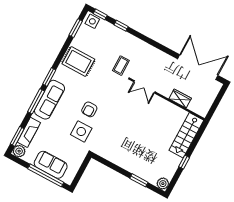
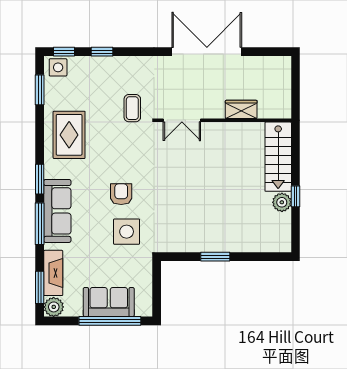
rug: (78, 61) -> (69, 135), turned 90
double door: (198, 67) -> (207, 52), moved
armchair: (89, 109) -> (121, 194), turned 180
window: (139, 180) -> (215, 257), moved
plant: (163, 184) -> (282, 202), moved

